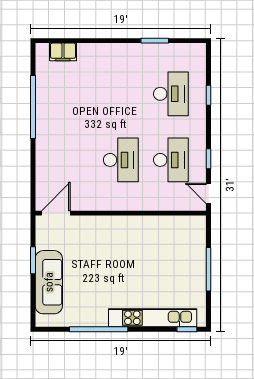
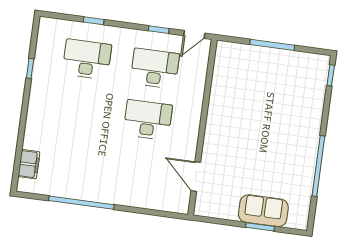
window: (155, 41) -> (30, 68), width x0.67
door: (56, 213) -> (196, 177), moved
window: (33, 260) -> (260, 227), moved
sofa: (49, 282) -> (263, 211), width x0.73
kitchen unit: (153, 318) -> (314, 109), removed

